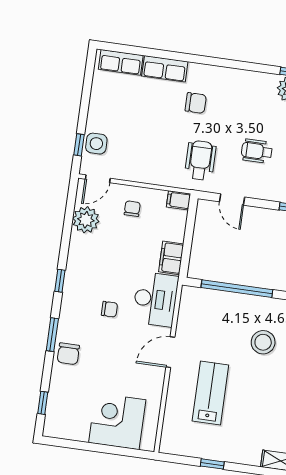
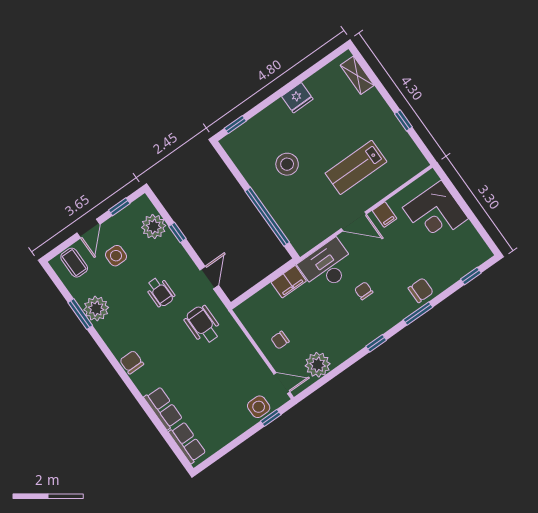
chair: (196, 103) -> (132, 362), moved
wheelchair: (200, 160) -> (203, 325), turned 90
filing cabinet: (179, 200) -> (384, 215), moved

